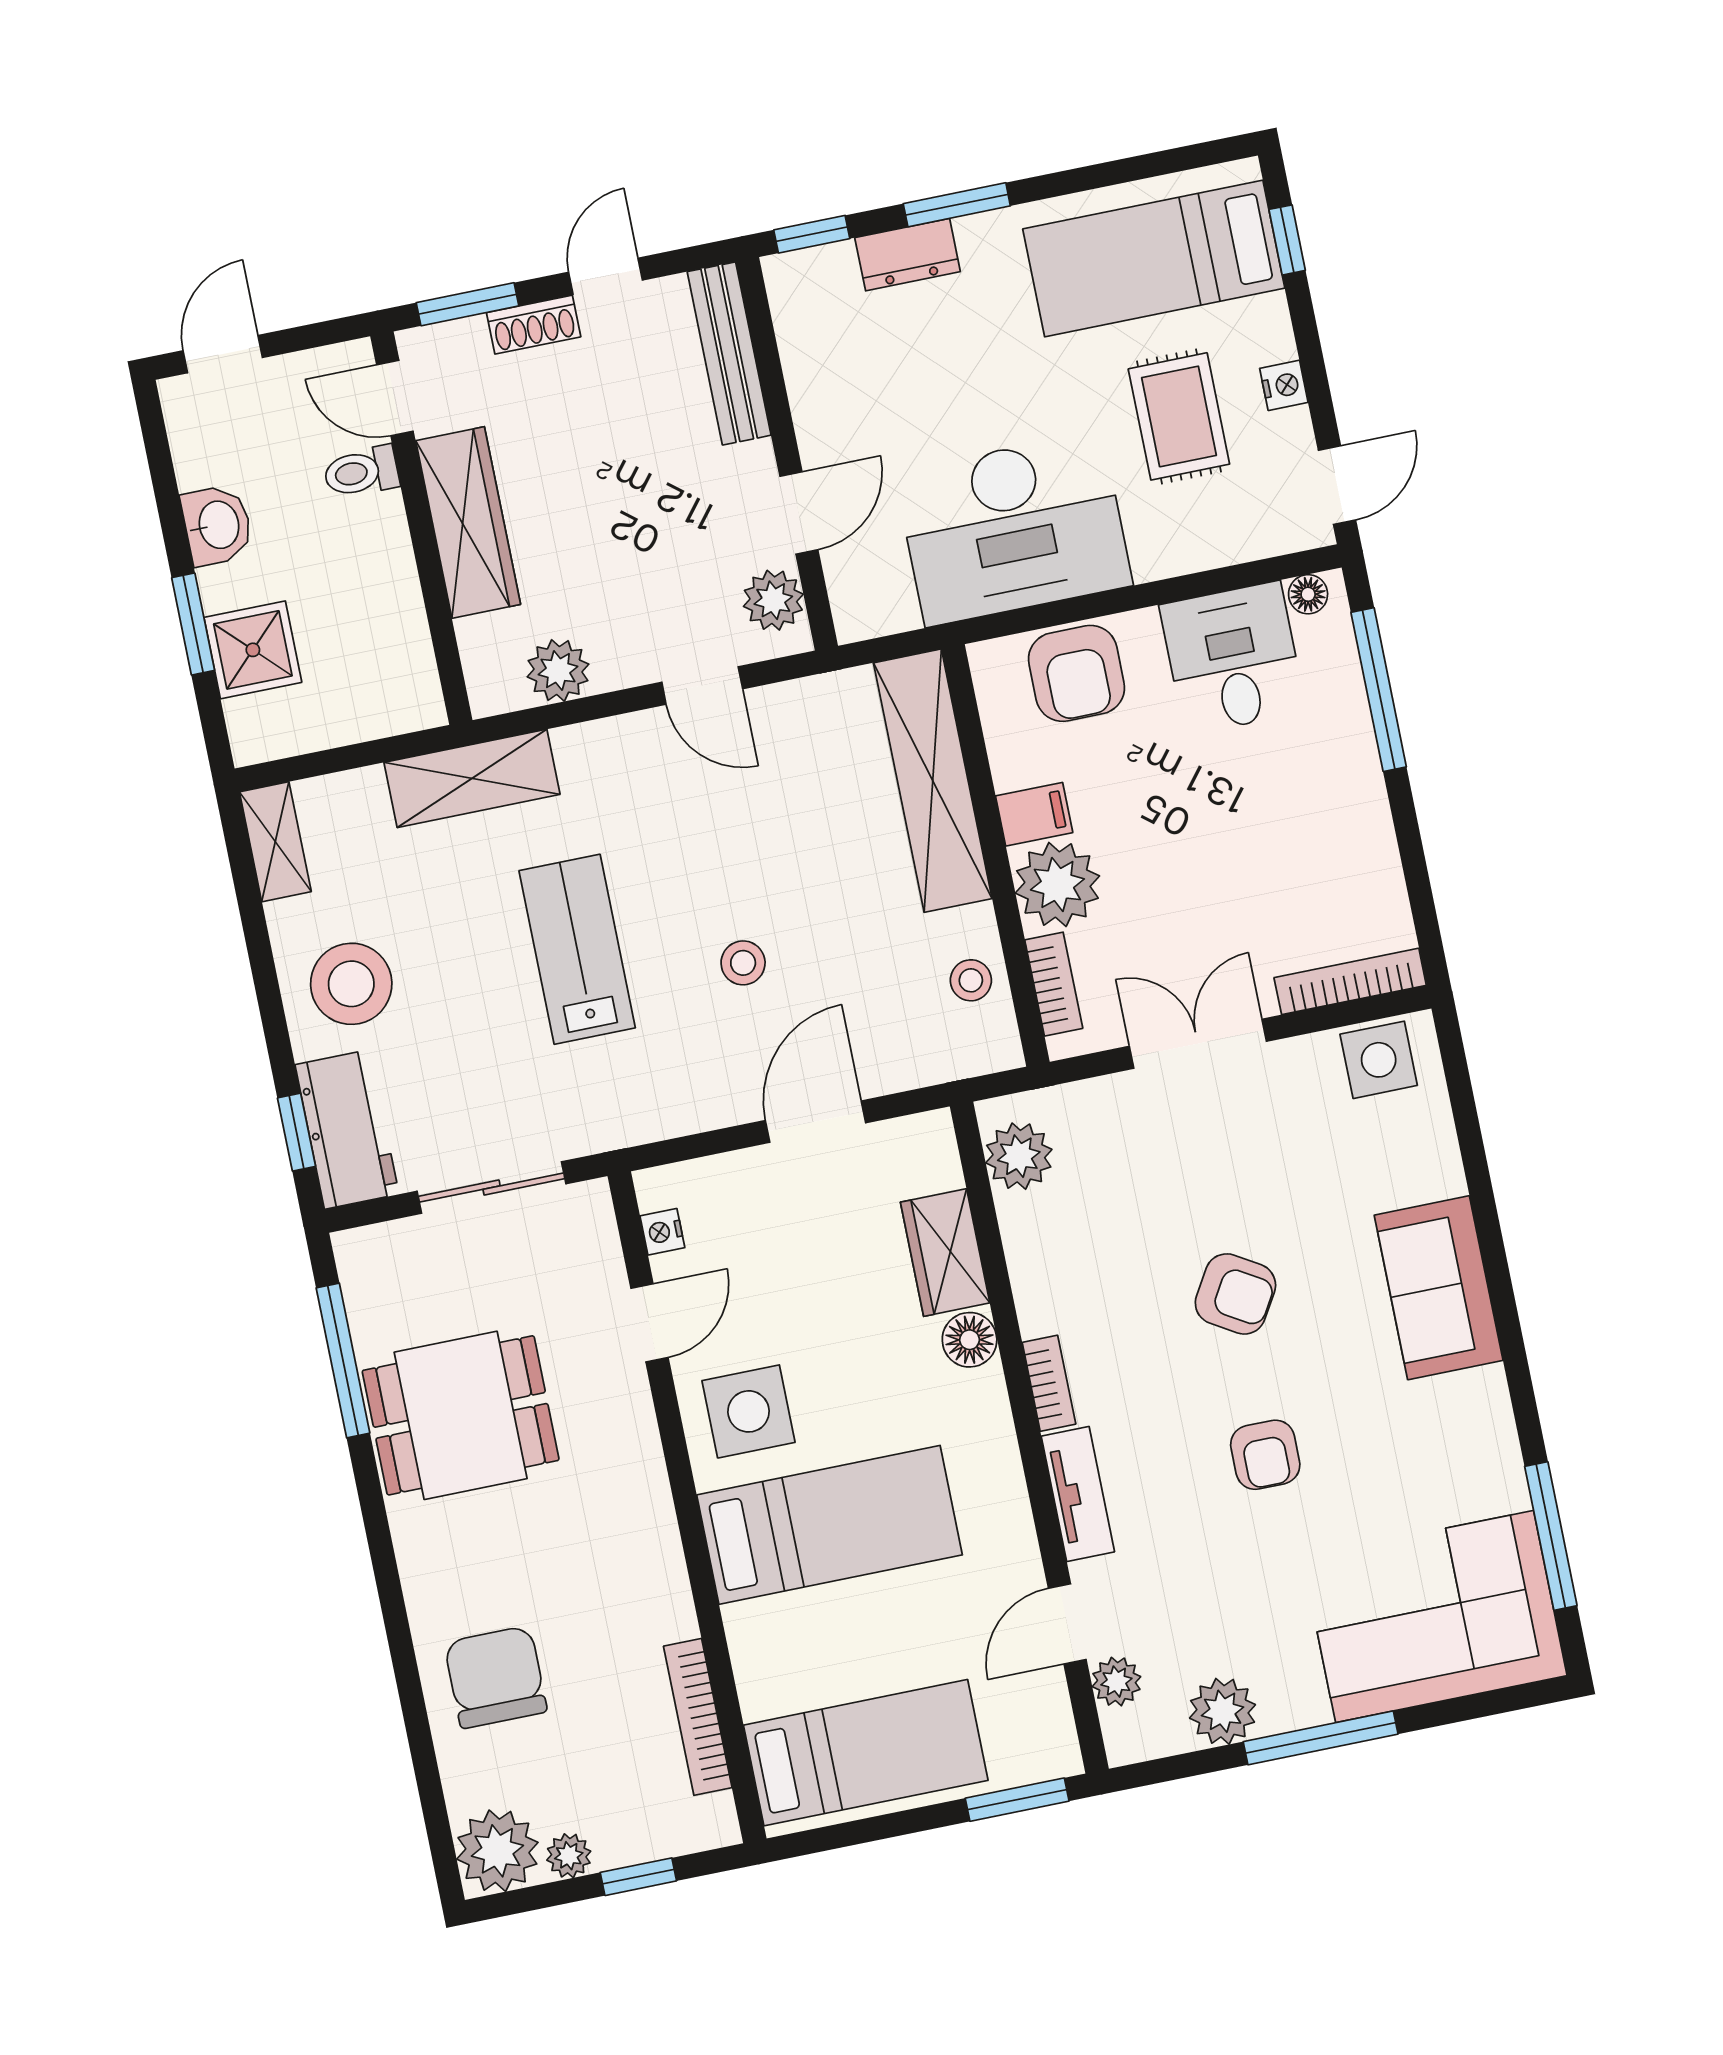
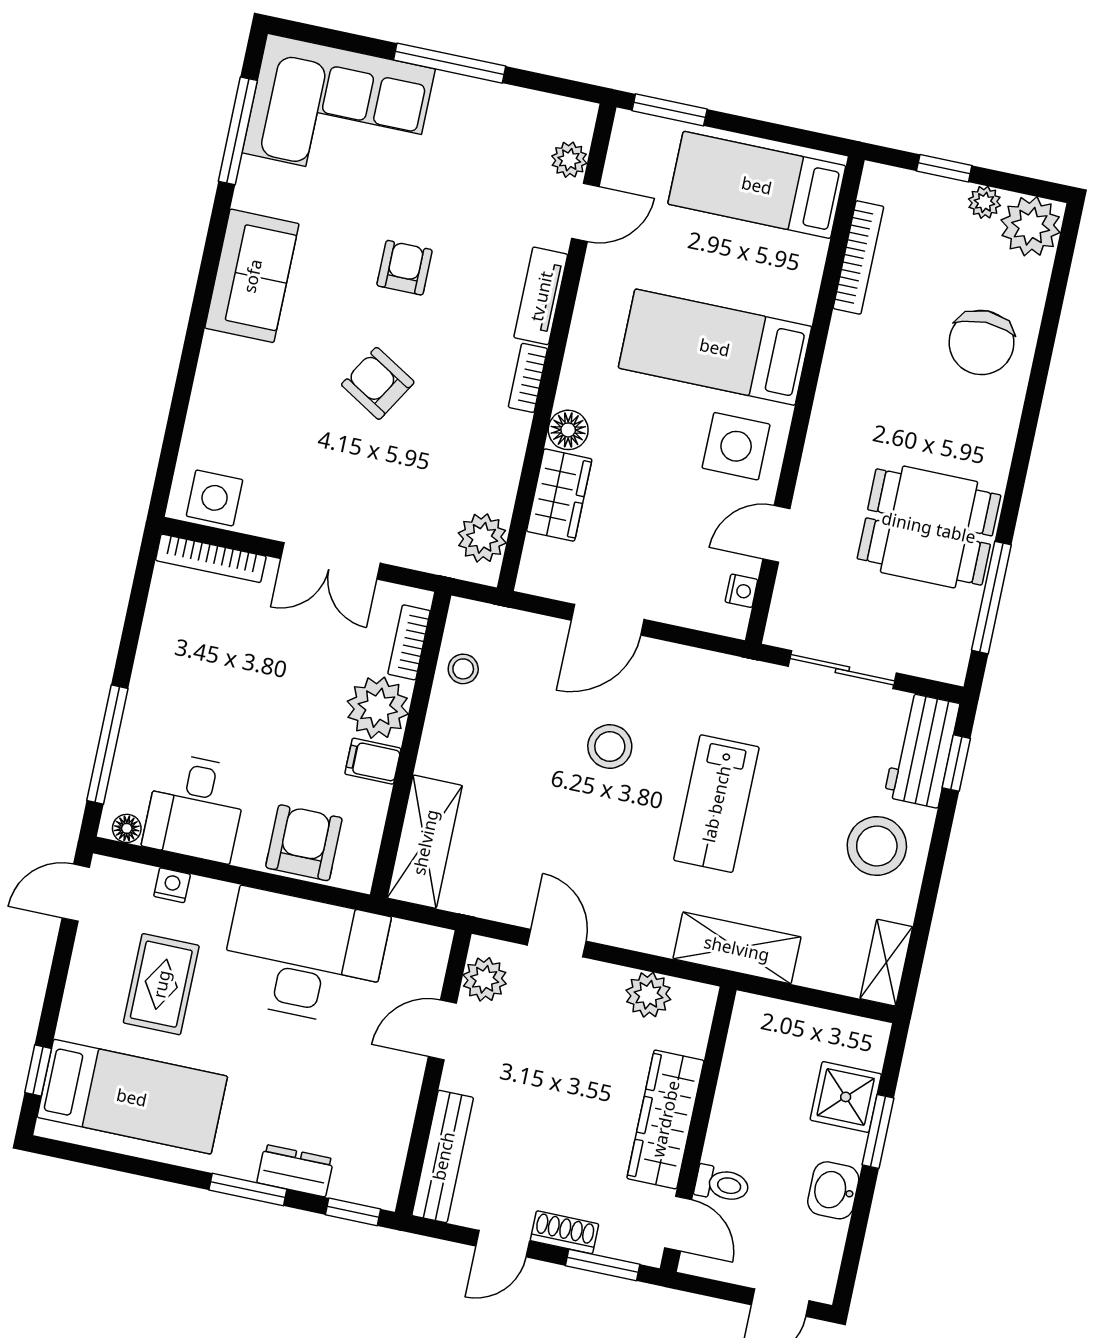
nightstand: (1284, 385) -> (172, 885), moved, turned 90
shelving: (933, 781) -> (425, 842), width x0.68
stool: (743, 963) -> (610, 747), width x1.37, depth x1.37
sofa: (1439, 1288) -> (252, 276), moved
plant: (1223, 1711) -> (507, 109), removed

